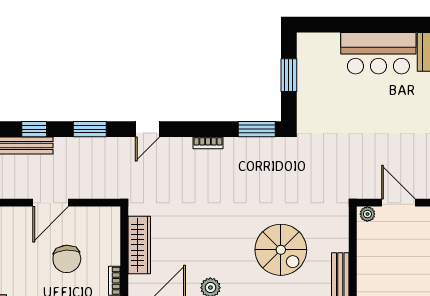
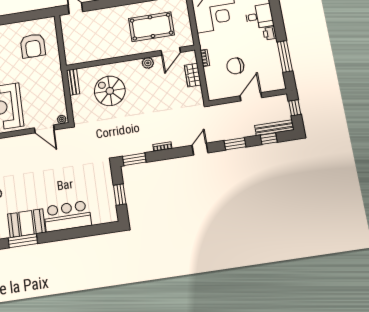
wardrobe: (139, 245) -> (193, 75), width x0.67
chair: (67, 259) -> (235, 66), turned -86

